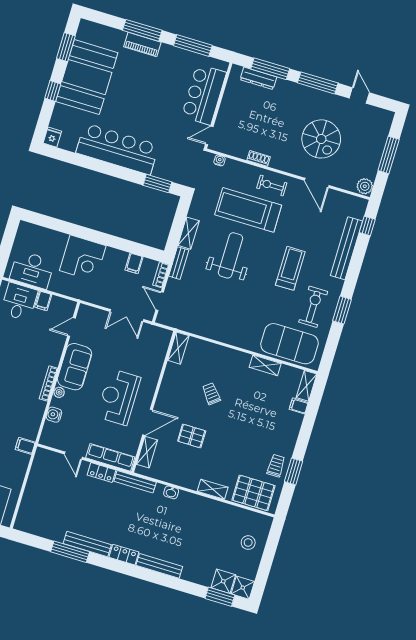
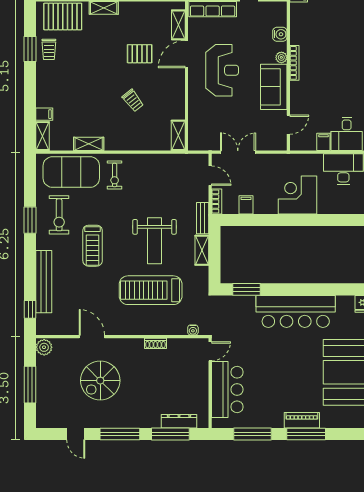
spiral stairs: (321, 139) -> (100, 381), turned -90
exercise bike: (272, 185) -> (115, 175), moved, turned 90
treadmill: (248, 210) -> (151, 290), turned 180

